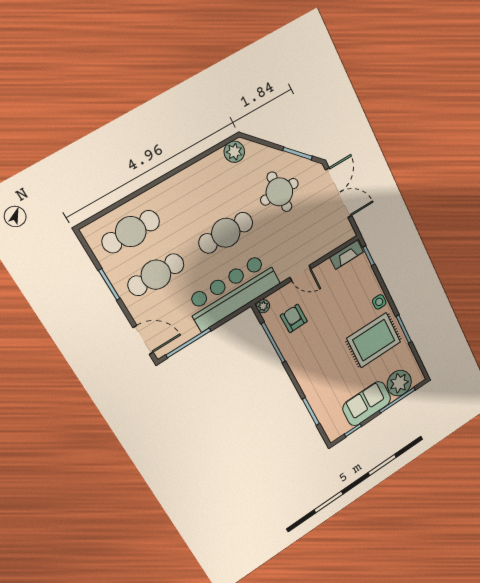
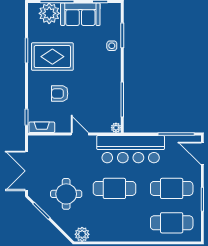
side table: (379, 302) -> (112, 46), moved
armchair: (294, 318) -> (60, 94), moved, turned 91

